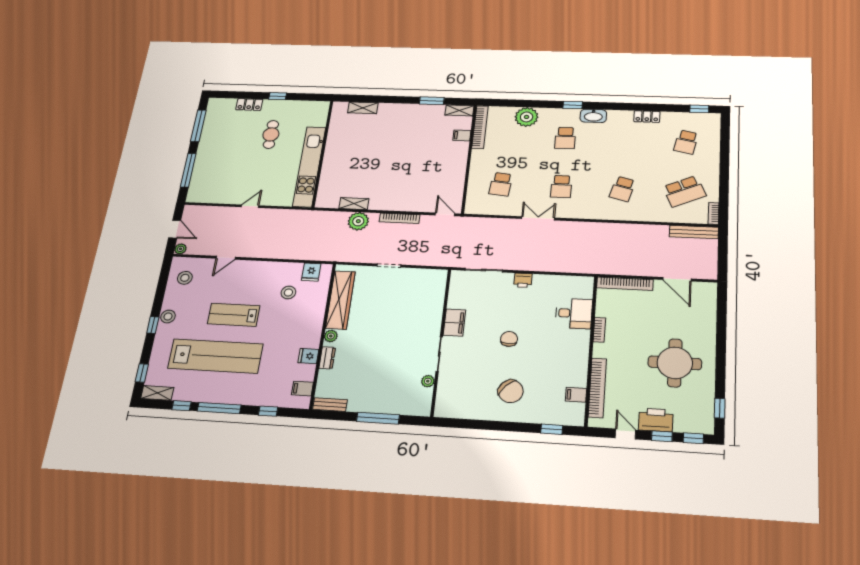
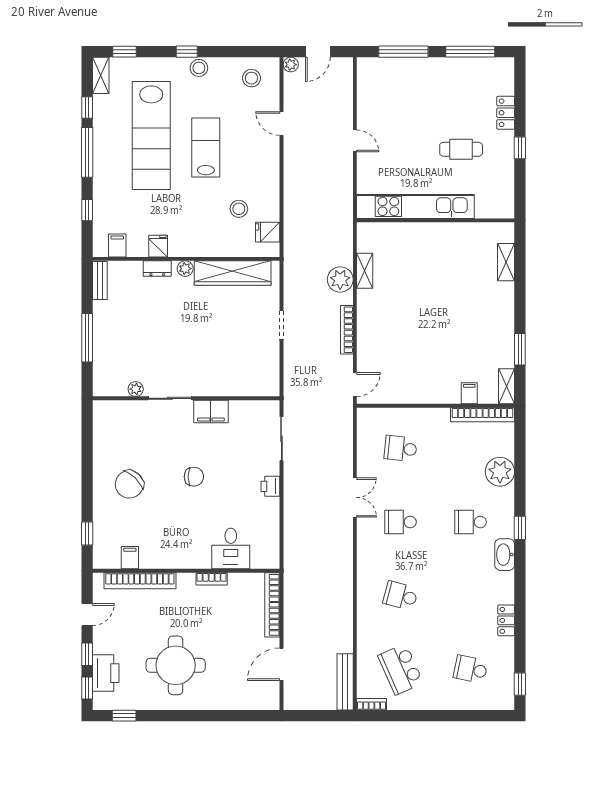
printer: (656, 420) -> (106, 673), moved

